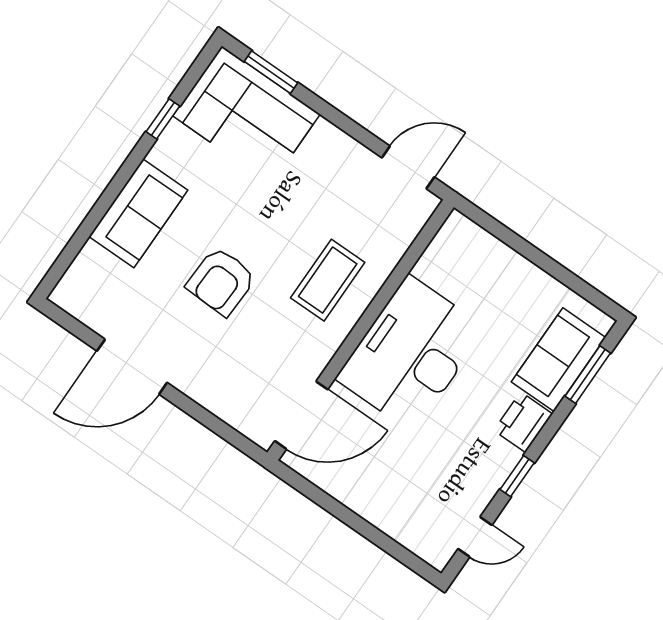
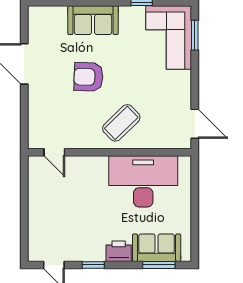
coffee table: (328, 280) -> (121, 123), turned -44
desk: (411, 354) -> (143, 181), moved
door: (301, 415) -> (54, 152), width x0.53

